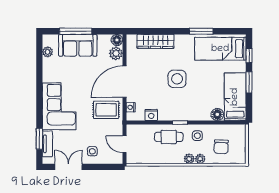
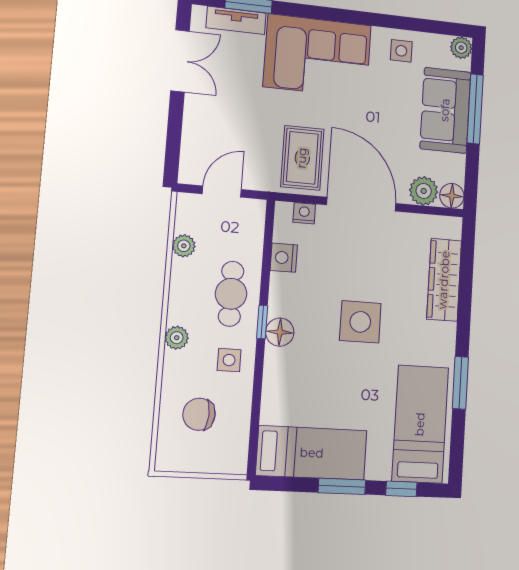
plant: (48, 52) -> (461, 48), moved
floor lamp: (217, 114) -> (280, 332), moved
side table: (92, 151) -> (401, 51), moved
plant: (200, 159) -> (184, 246), moved

